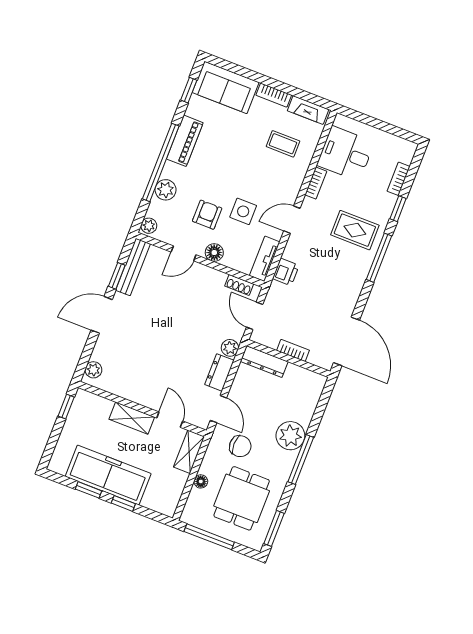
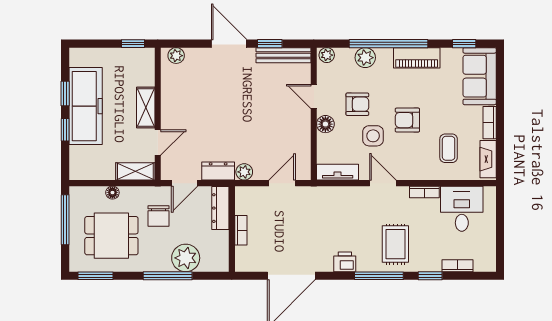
armchair: (241, 173) -> (407, 120), added
printer: (286, 272) -> (345, 262), moved, turned 180
shoe rack: (239, 285) -> (305, 158), removed
bookcase: (293, 350) -> (241, 230), moved
wall: (288, 358) -> (232, 229), moved
dresser: (264, 362) -> (220, 208), moved

